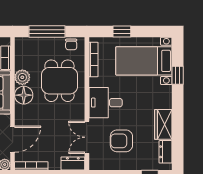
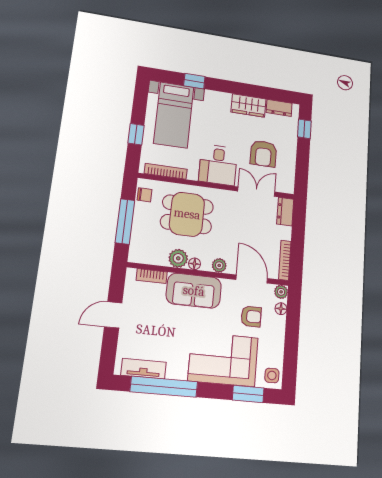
floor lamp: (24, 95) -> (195, 264), width x0.53, depth x0.53
plant: (21, 111) -> (219, 265), added
double door: (87, 137) -> (256, 192), swing flipped

